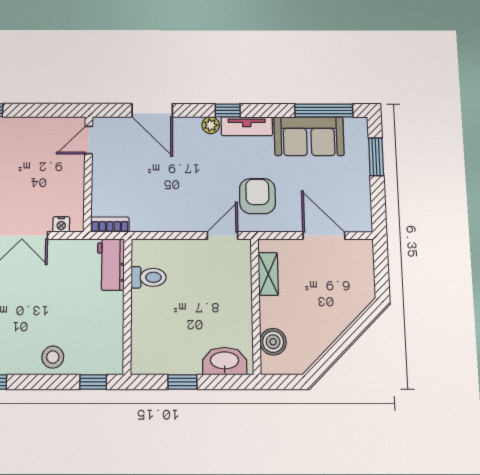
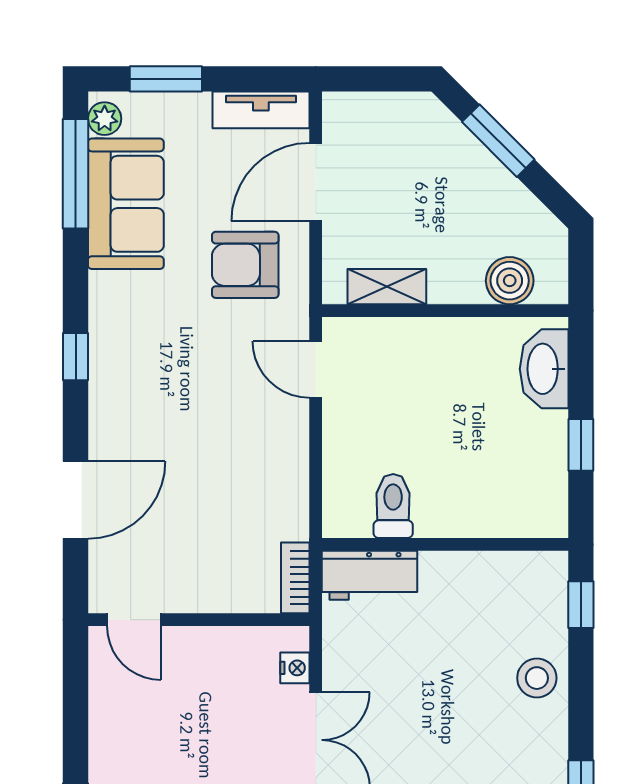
plant: (211, 125) -> (105, 119), moved
tv unit: (247, 126) -> (261, 110), moved, turned 90
armchair: (257, 196) -> (245, 265), moved
window: (350, 335) -> (498, 141), added

